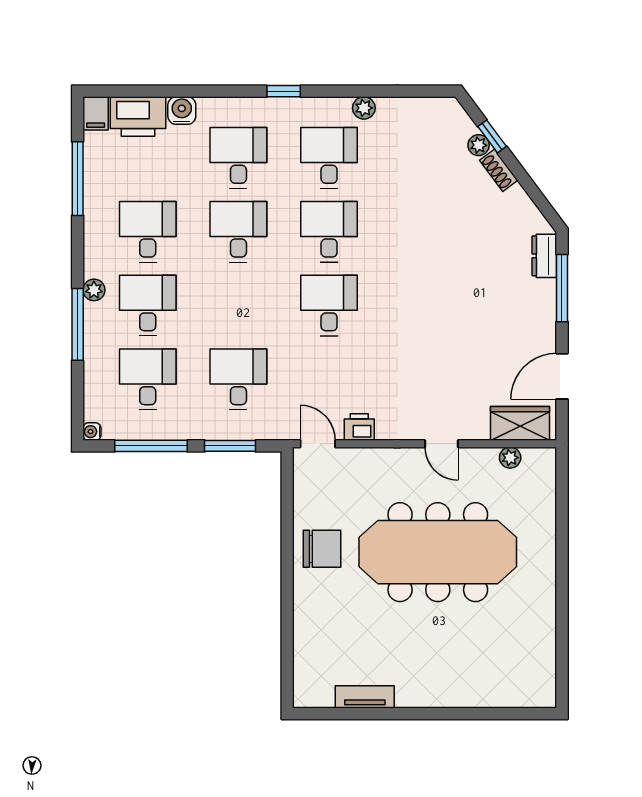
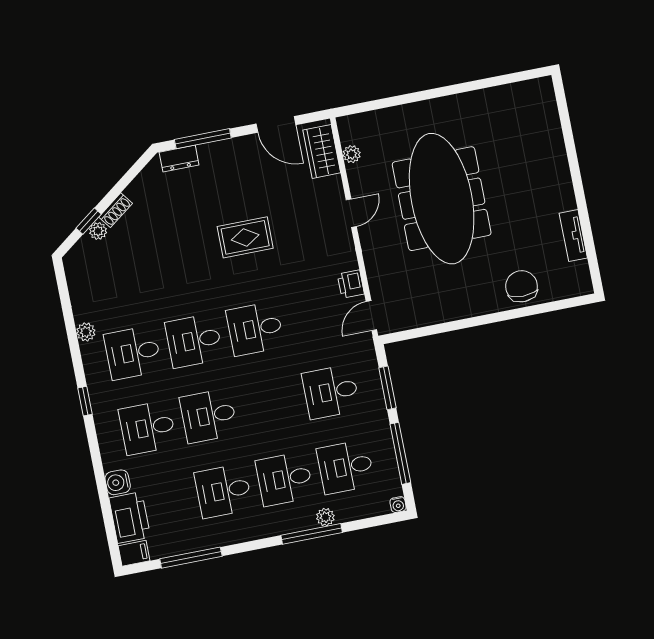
plant: (94, 290) -> (325, 517), moved
rug: (438, 315) -> (245, 237), added
chair: (322, 549) -> (522, 286), moved

